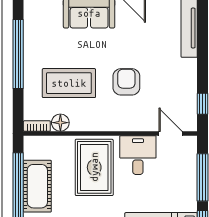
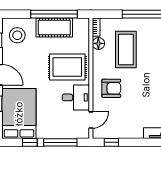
armchair: (126, 82) -> (111, 88), moved

